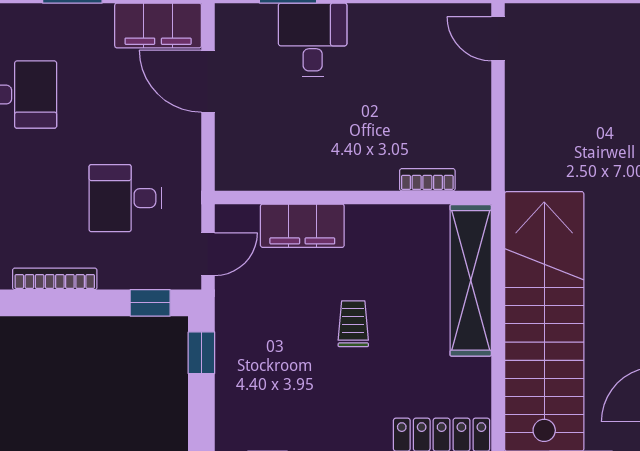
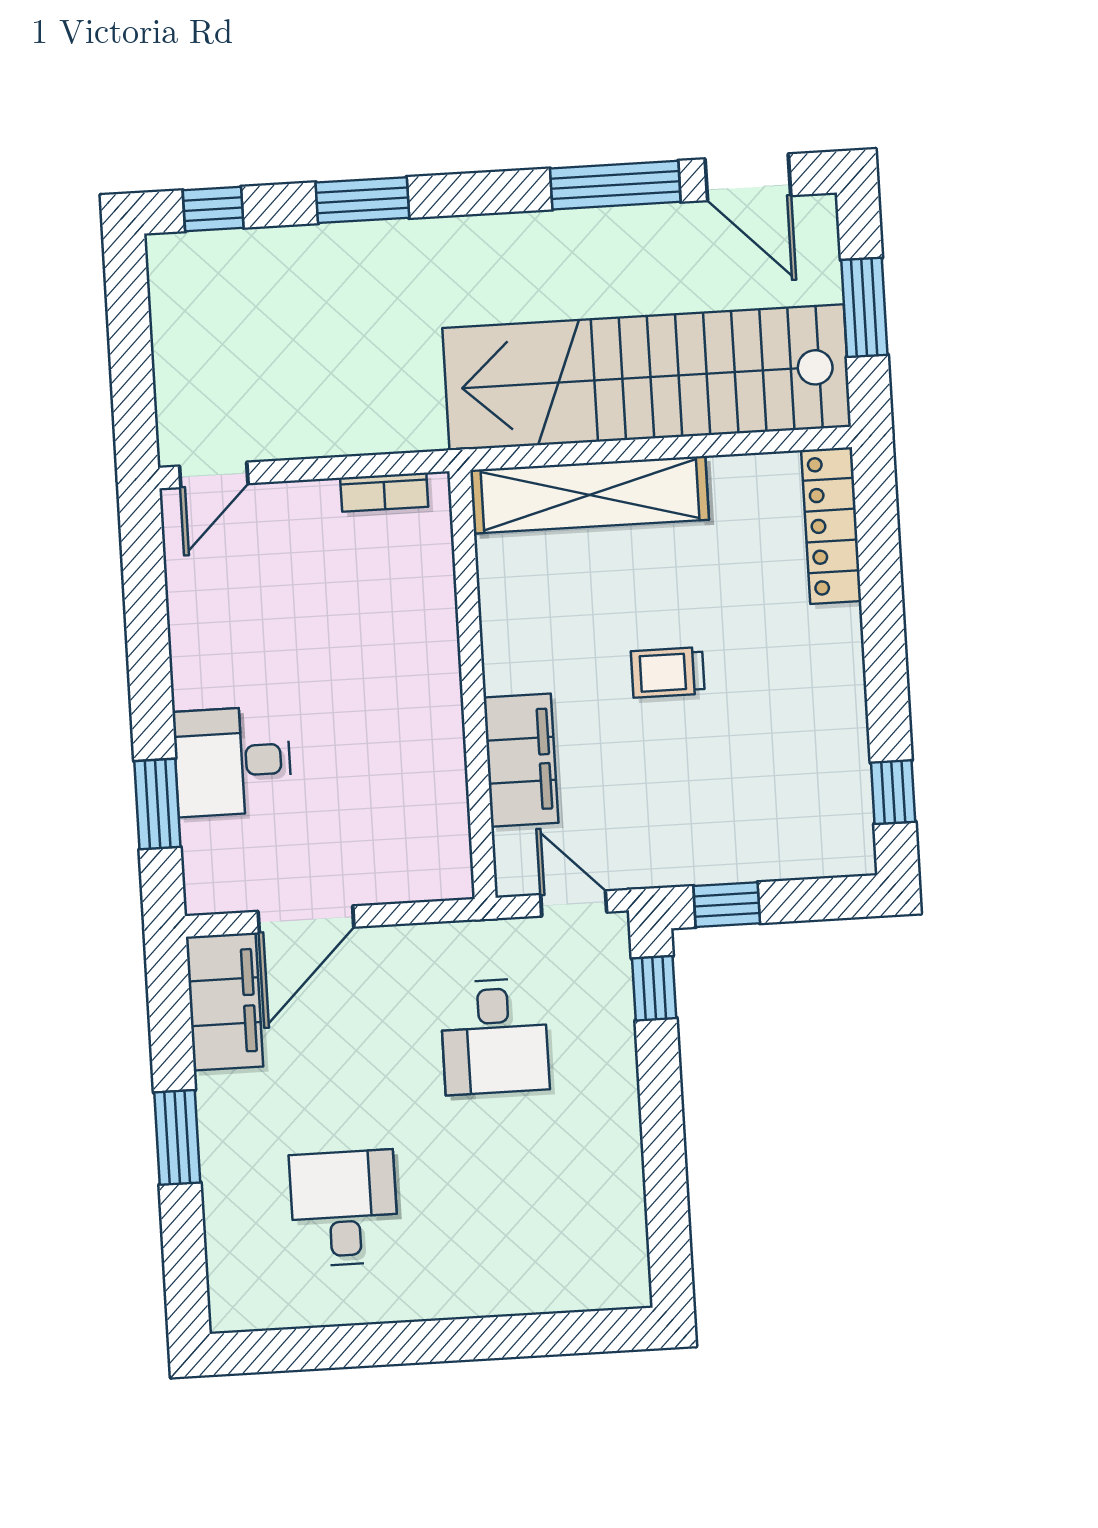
bookcase: (427, 180) -> (384, 492), moved, turned -90
bookcase: (55, 279) -> (626, 1138), removed

